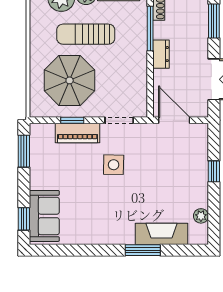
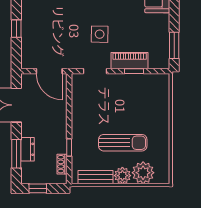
window: (150, 28) -> (69, 147), width x0.46
dresser: (161, 54) -> (27, 149), moved, turned 180
parasol: (70, 80) -> (136, 104), removed

